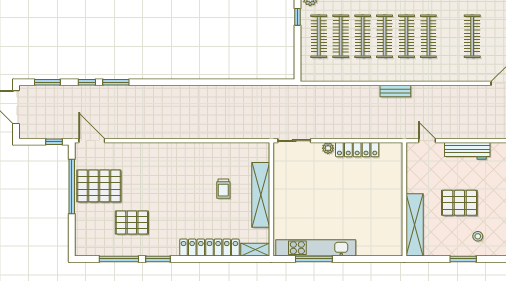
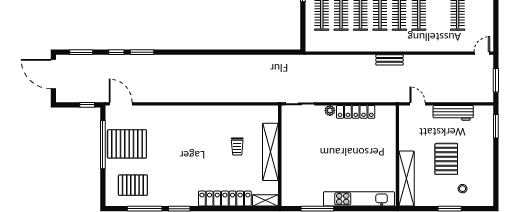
pallet: (459, 203) -> (446, 159), turned 90
pallet: (132, 222) -> (133, 185), moved
kitchen unit: (316, 248) -> (359, 199), moved

